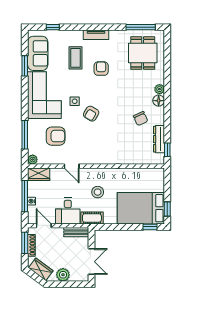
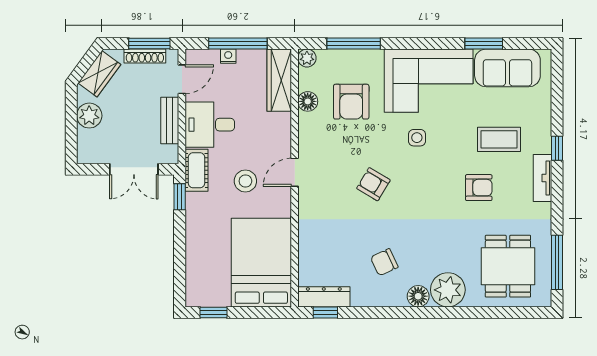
window: (53, 27) -> (557, 148), moved
dining table: (143, 53) -> (508, 266), turned 90
plant: (159, 89) -> (448, 290), width x1.88, depth x1.88
armchair: (91, 114) -> (373, 184), moved
dresser: (159, 139) -> (324, 297), moved
floor lamp: (56, 159) -> (308, 101), added
door: (72, 166) -> (295, 172), moved
wardrobe: (39, 174) -> (279, 80), width x1.50
bed: (141, 208) -> (261, 263), moved
window: (150, 227) -> (180, 197), moved
bench: (76, 232) -> (170, 121), moved
double door: (91, 262) -> (134, 169), moved

